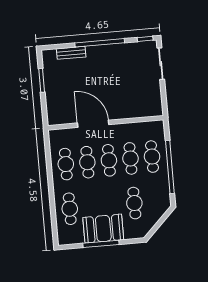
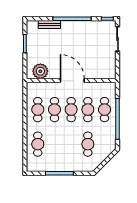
plant: (65, 114) -> (40, 71), added
door: (93, 124) -> (72, 81), moved
booth: (103, 229) -> (62, 162), removed

